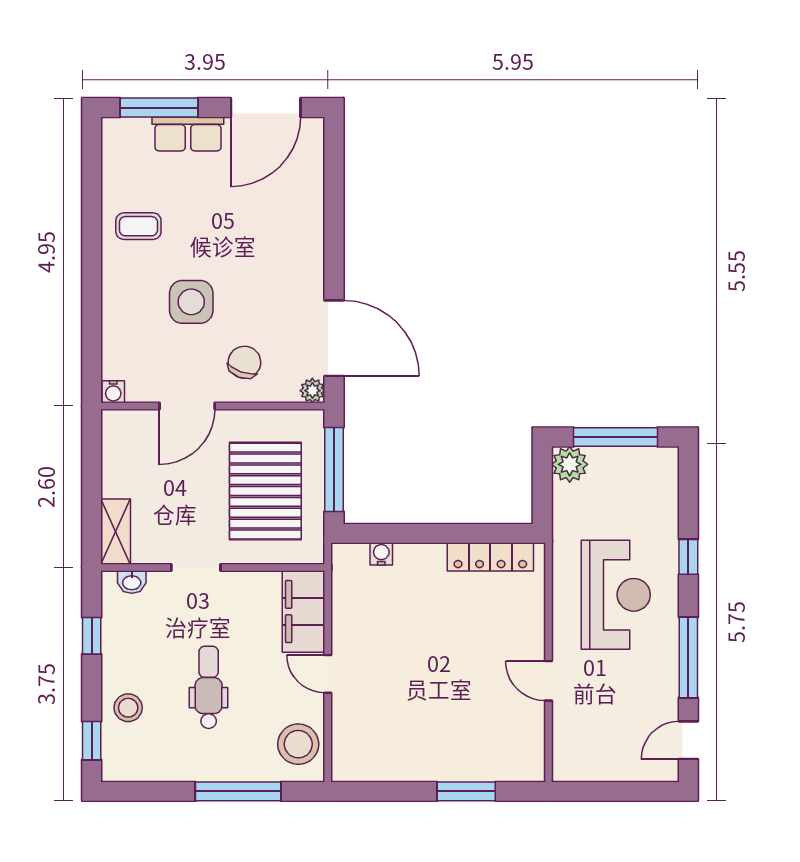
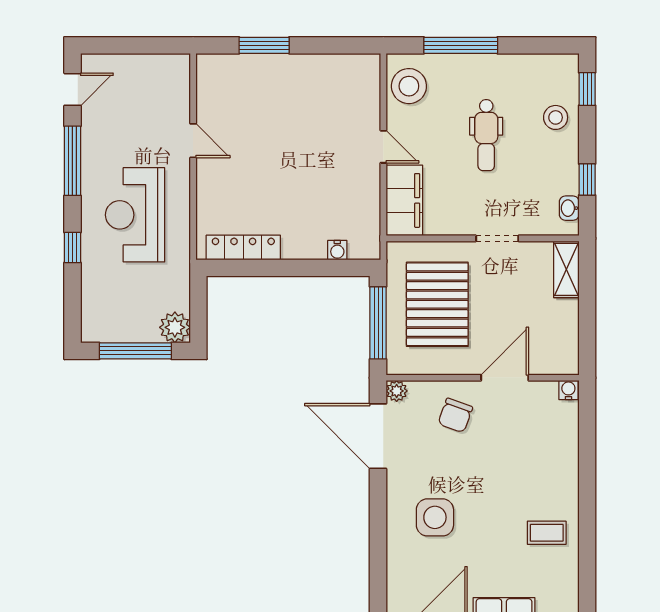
side table: (191, 302) -> (435, 517), moved
washbasin: (132, 582) -> (569, 208), moved, turned -90

